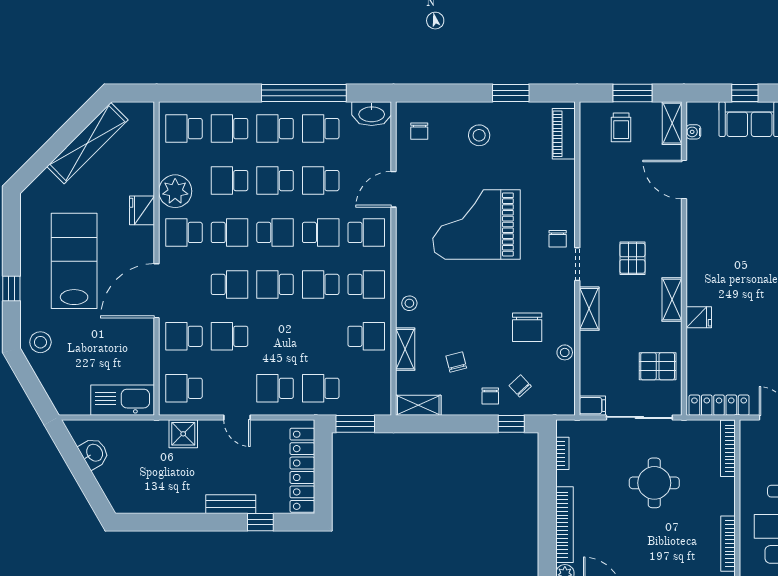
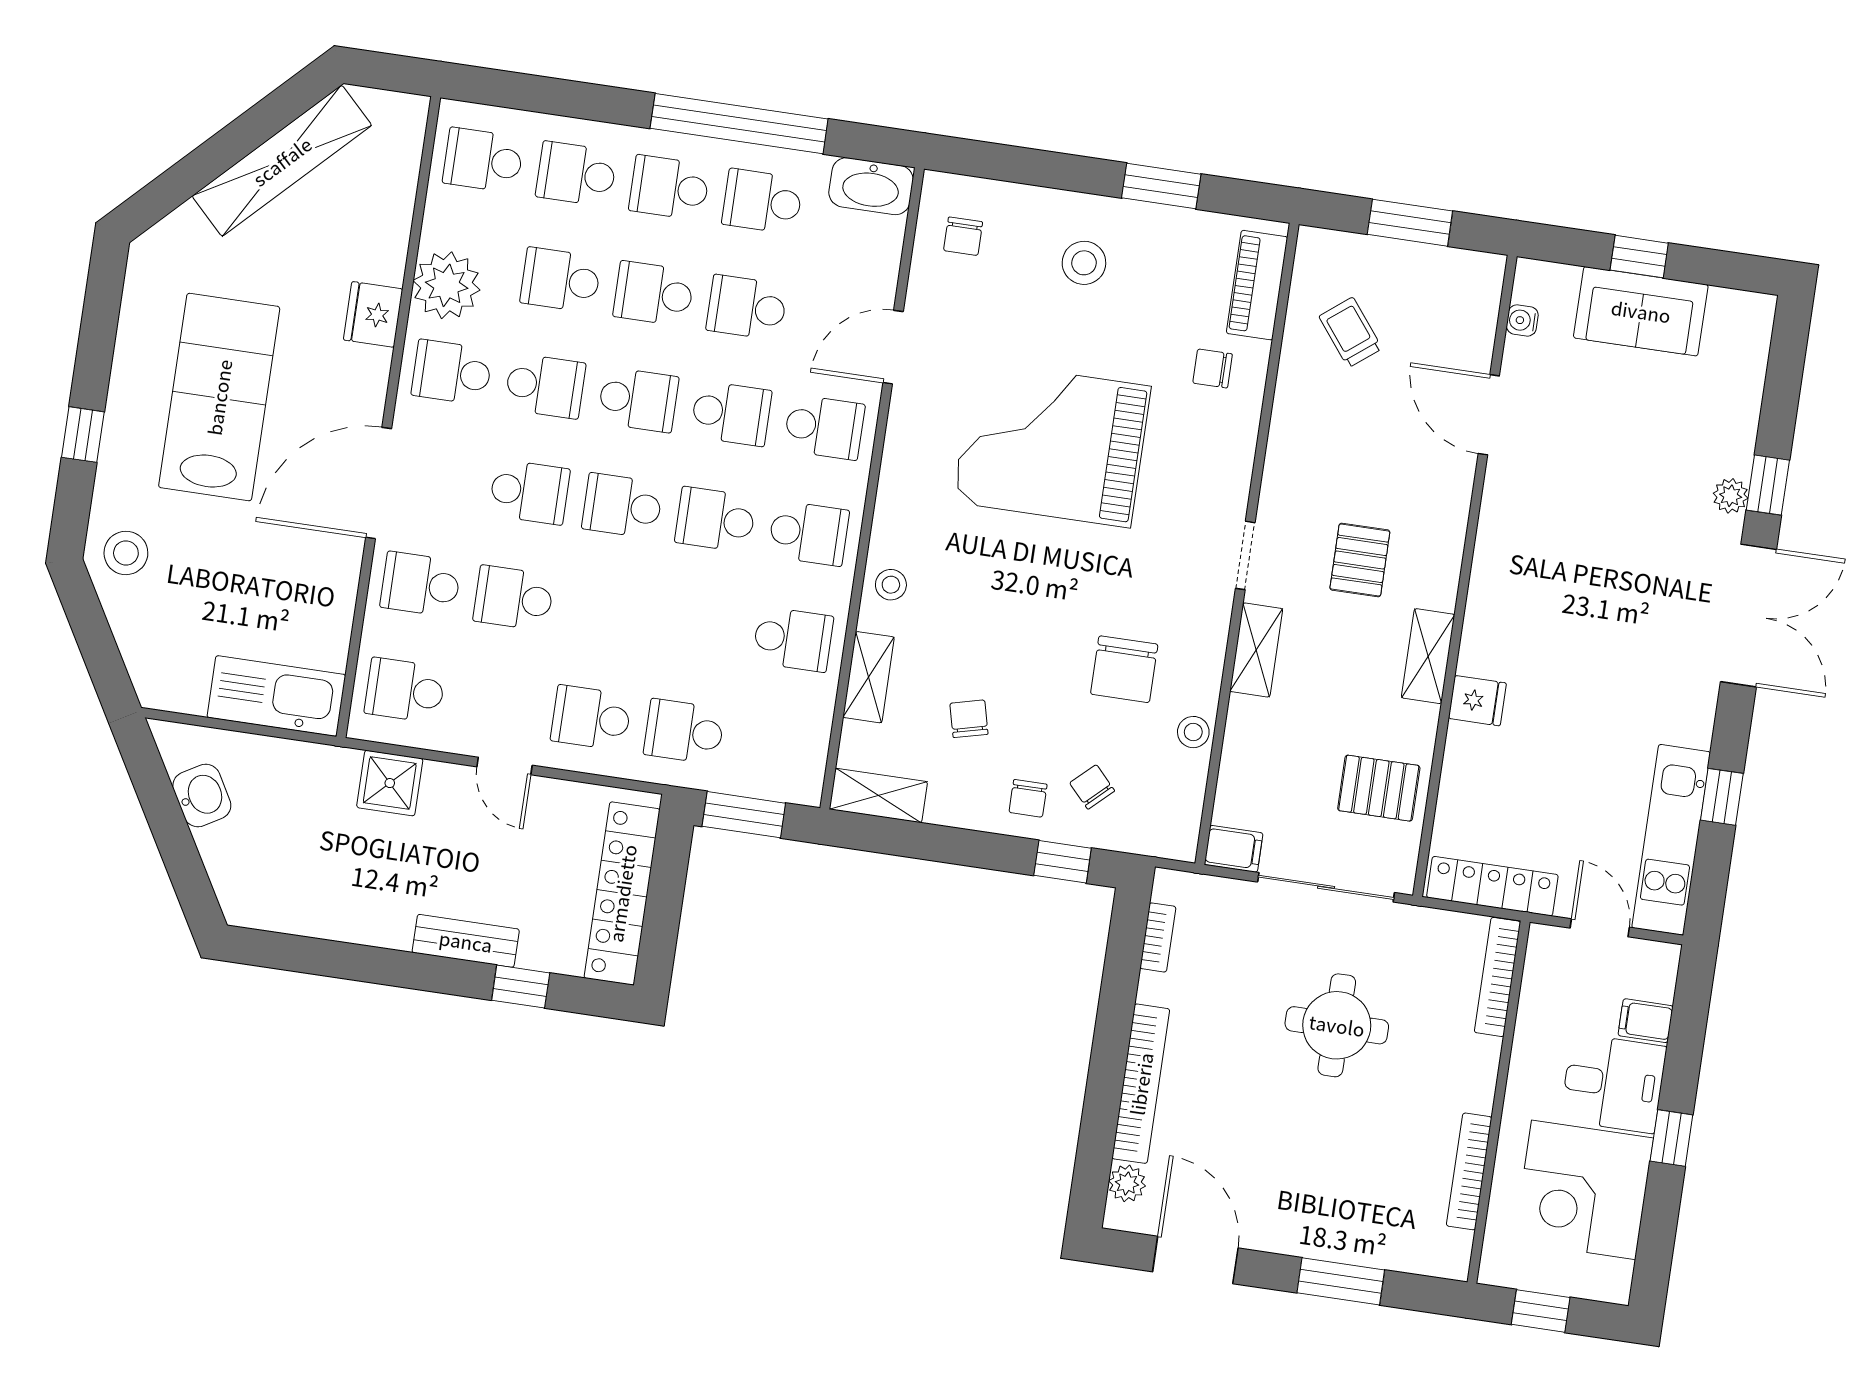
shelving: (672, 123) -> (1482, 296), removed
trolley: (621, 127) -> (1350, 332), moved, turned 142
chair: (558, 239) -> (1213, 368), moved, turned 90

